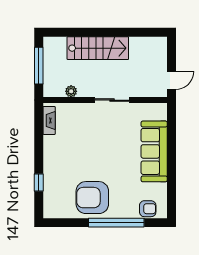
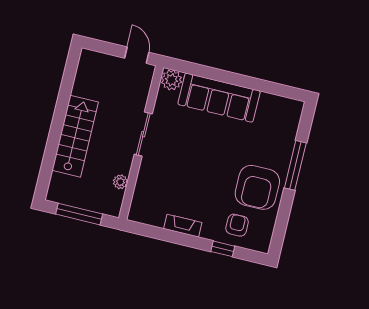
plant: (159, 112) -> (171, 80), added
fireplace: (49, 120) -> (183, 226), moved
armchair: (148, 209) -> (237, 225), moved
window: (116, 223) -> (295, 165), width x0.68

